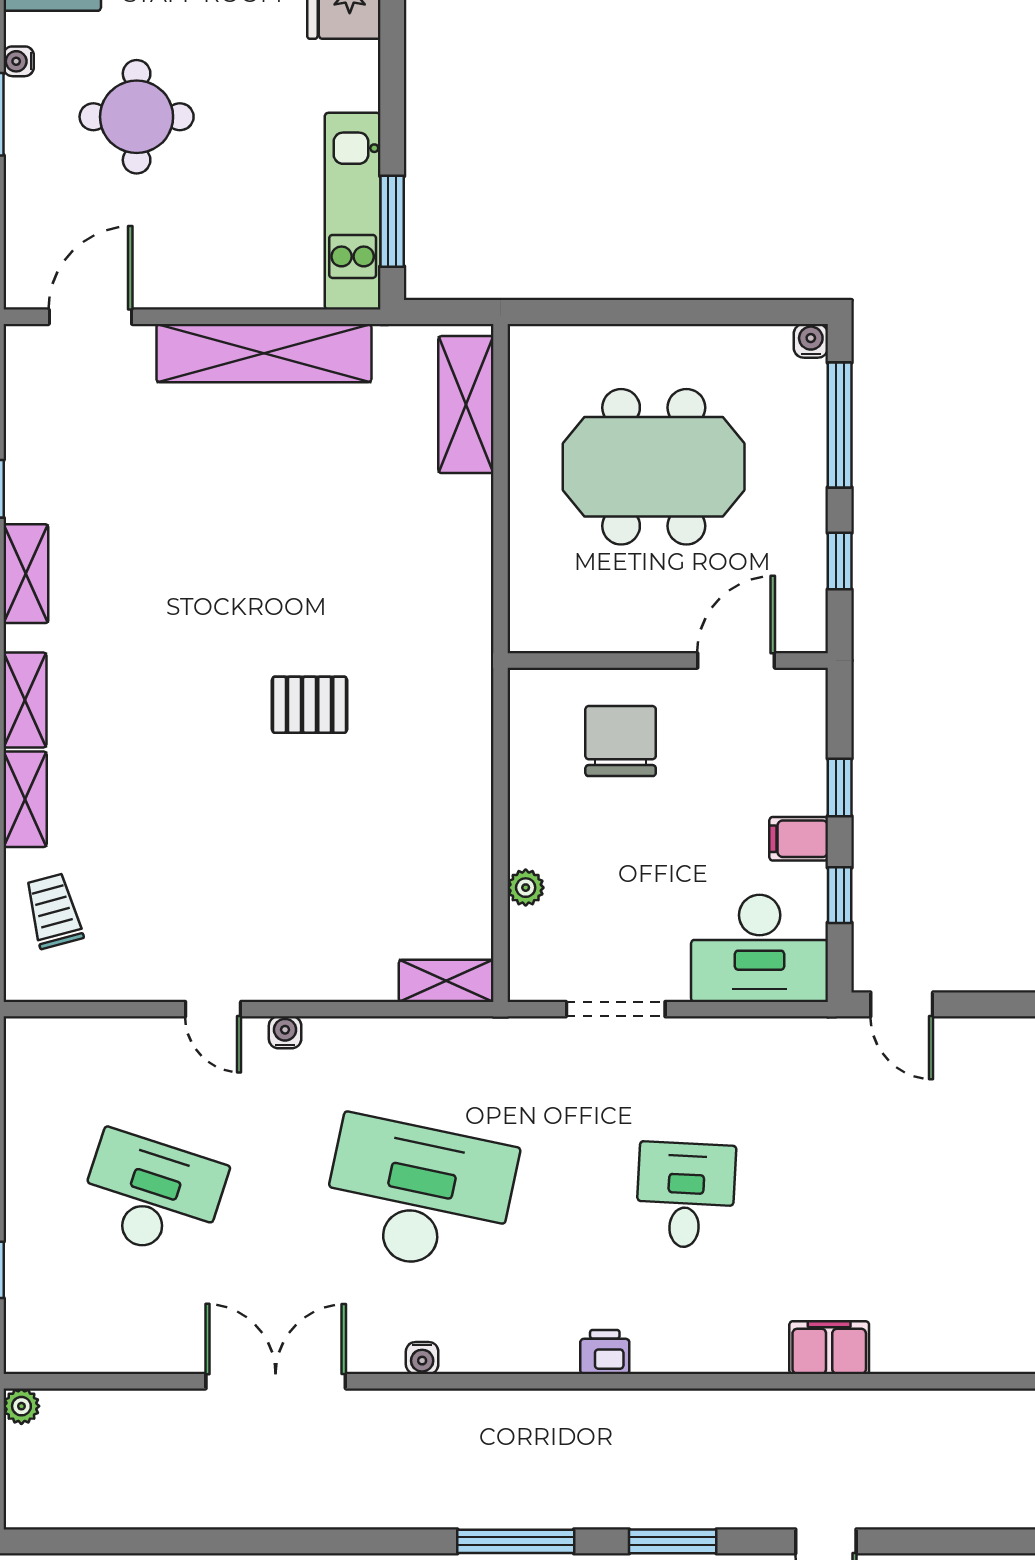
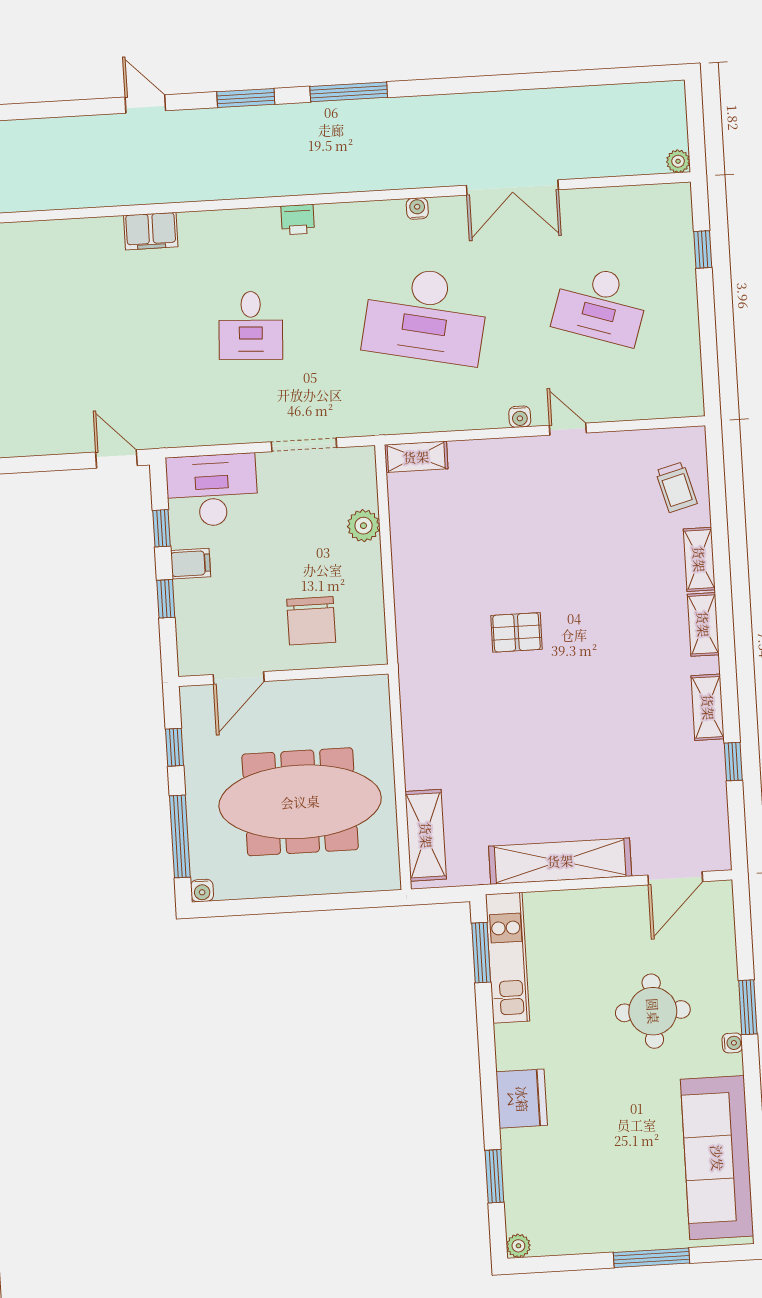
meeting table: (654, 467) -> (300, 802), width x1.36
plant: (526, 888) -> (364, 526), width x1.38, depth x1.38

